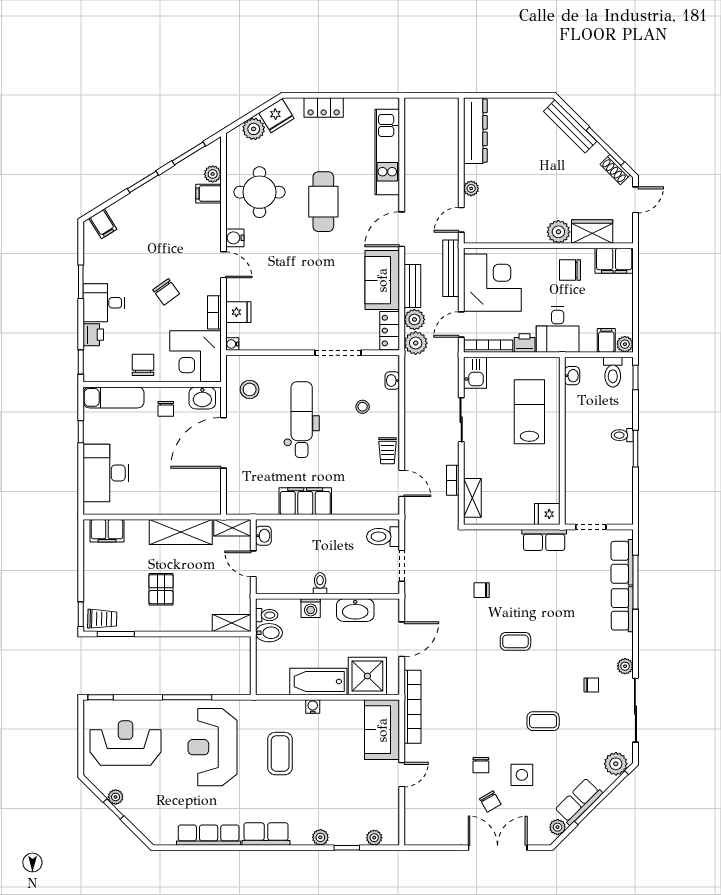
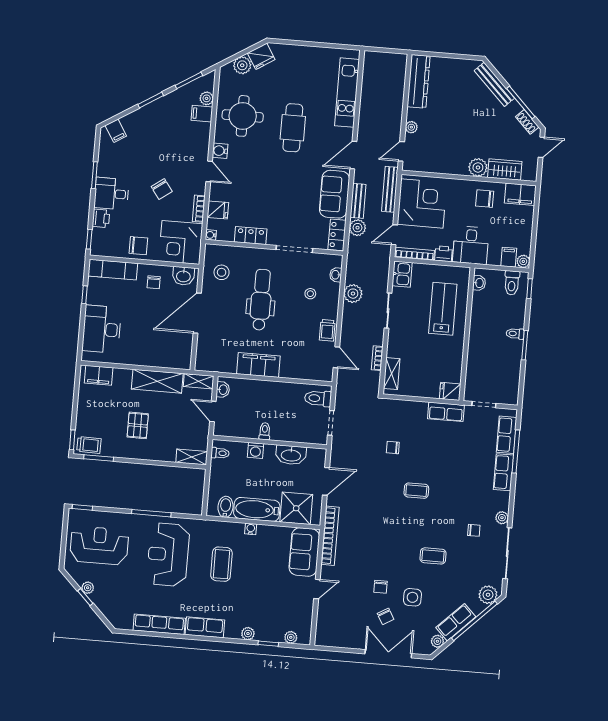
locker: (324, 107) -> (251, 235), moved, turned 180
plant: (416, 343) -> (353, 294), moved
chair: (143, 365) -> (138, 246), turned 90
bidet: (269, 633) -> (225, 507), moved, turned -90

